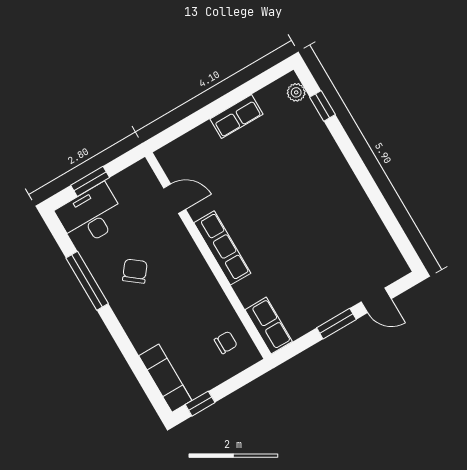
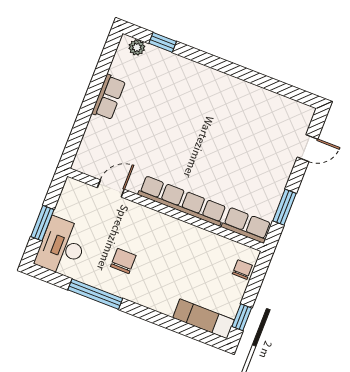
row of seats: (222, 248) -> (182, 201), width x1.36
chair: (135, 271) -> (123, 261), turned 52
window: (336, 324) -> (285, 207), moved
chair: (226, 342) -> (242, 270), moved

